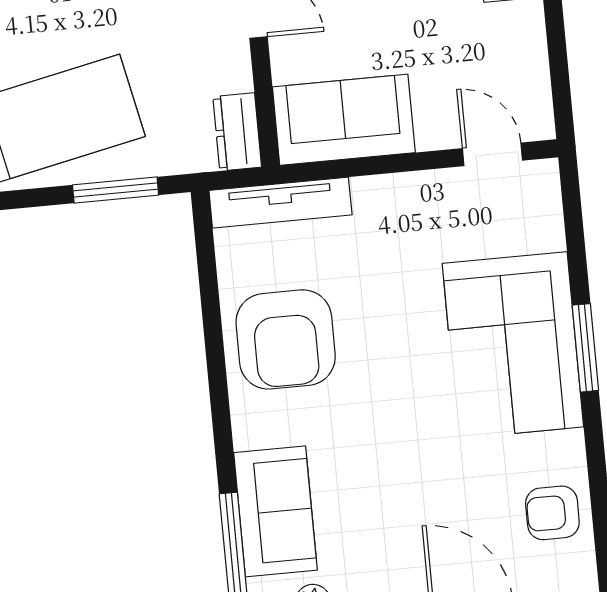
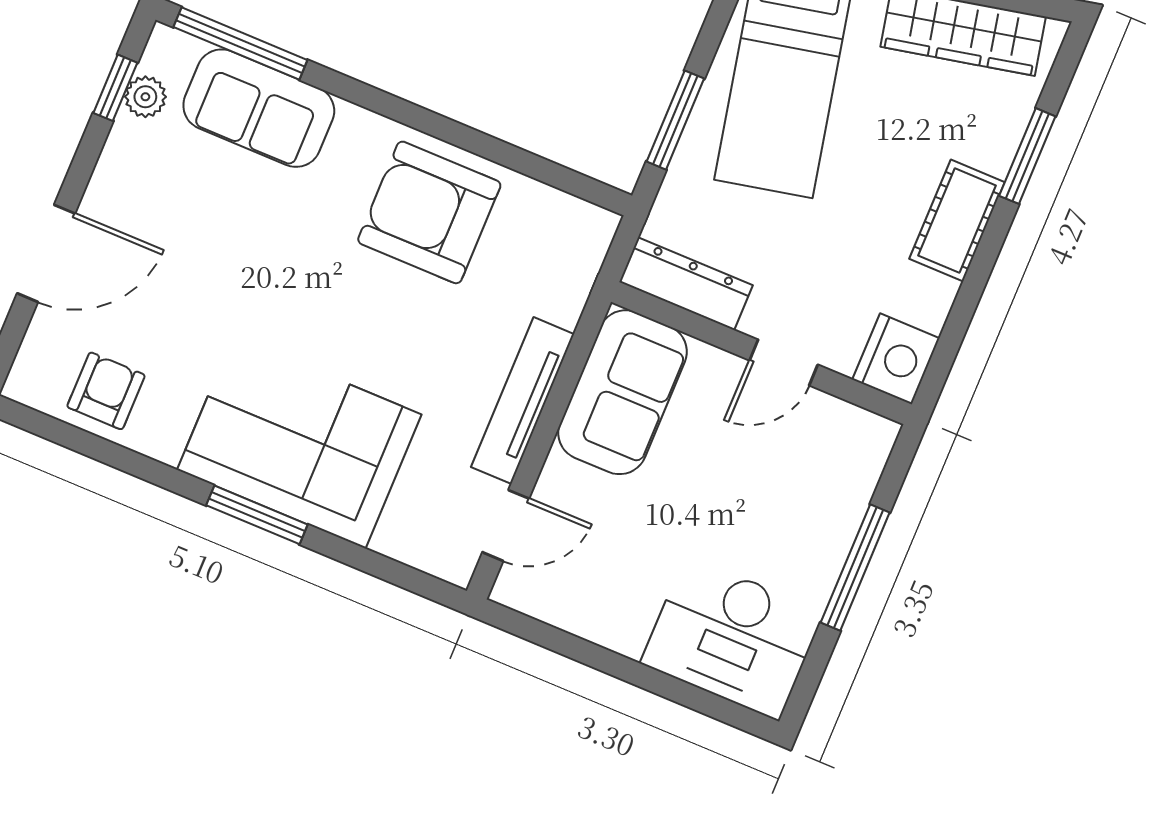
dresser: (237, 132) -> (686, 284), width x1.44
tv unit: (280, 203) -> (523, 401), moved

